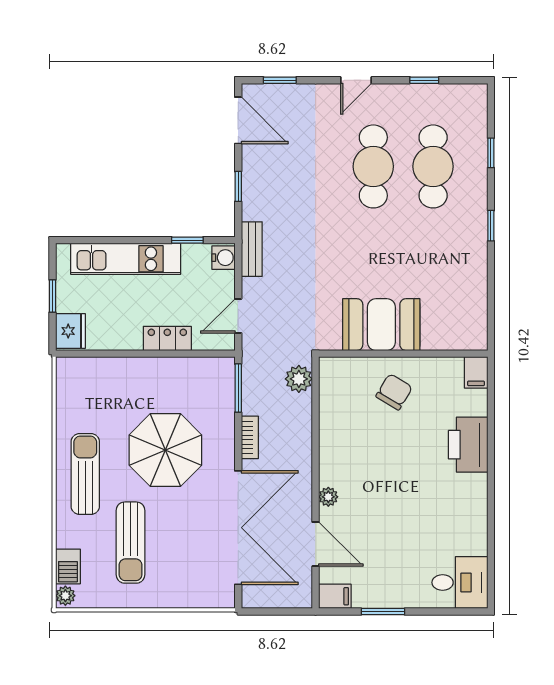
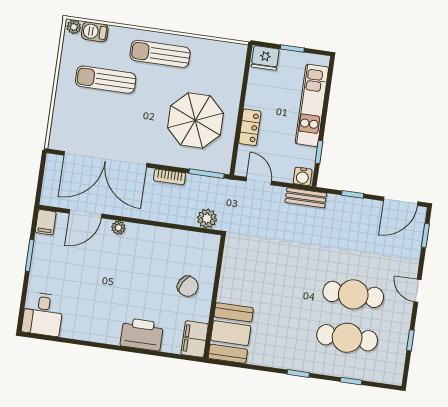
booth: (381, 325) -> (231, 333), moved
filing cabinet: (476, 372) -> (195, 339), width x2.00
parasol: (165, 450) -> (195, 120), moved
sun lounger: (85, 474) -> (160, 54), turned 180

